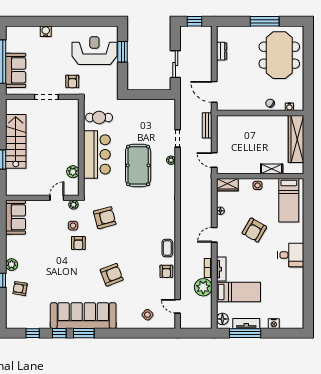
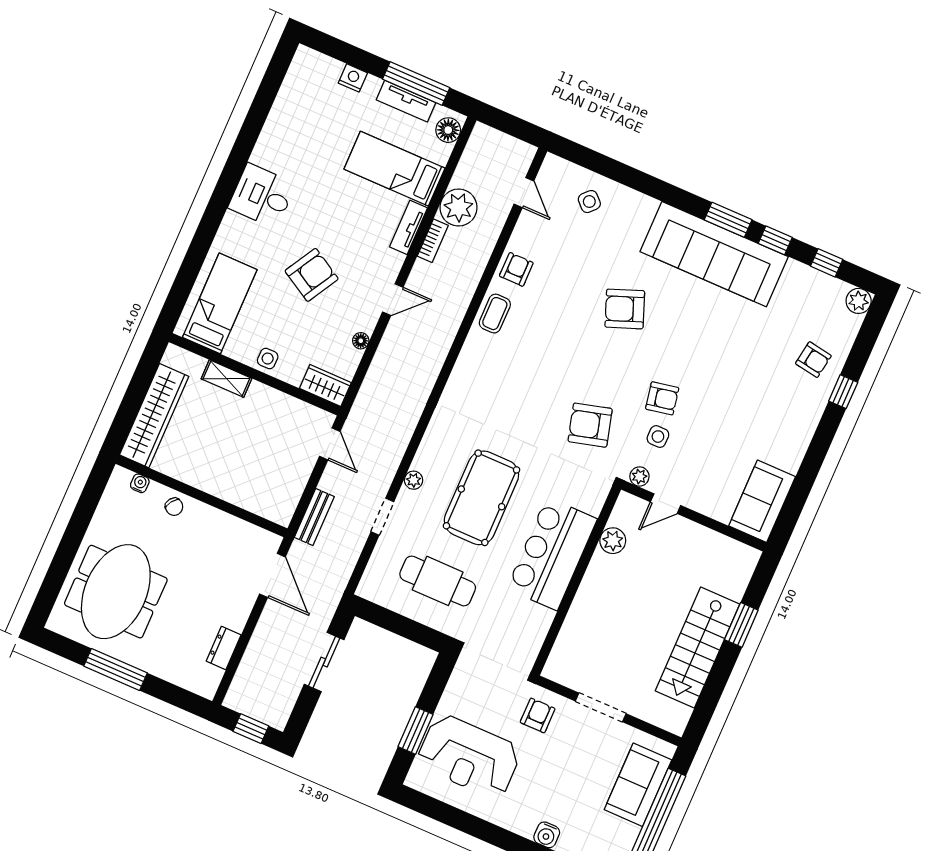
cafe table: (99, 118) -> (438, 581), moved, width x1.37, depth x1.35
armchair: (78, 243) -> (662, 398), turned 79
plant: (12, 265) -> (859, 301), moved

